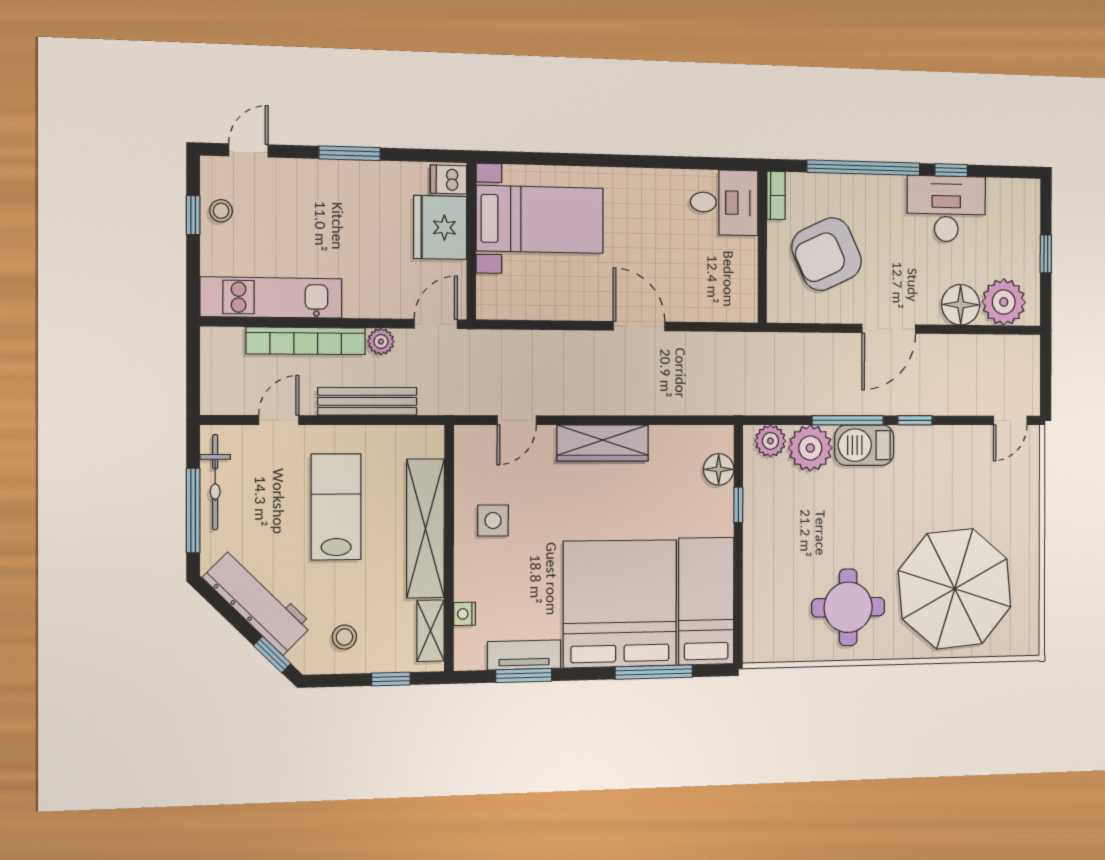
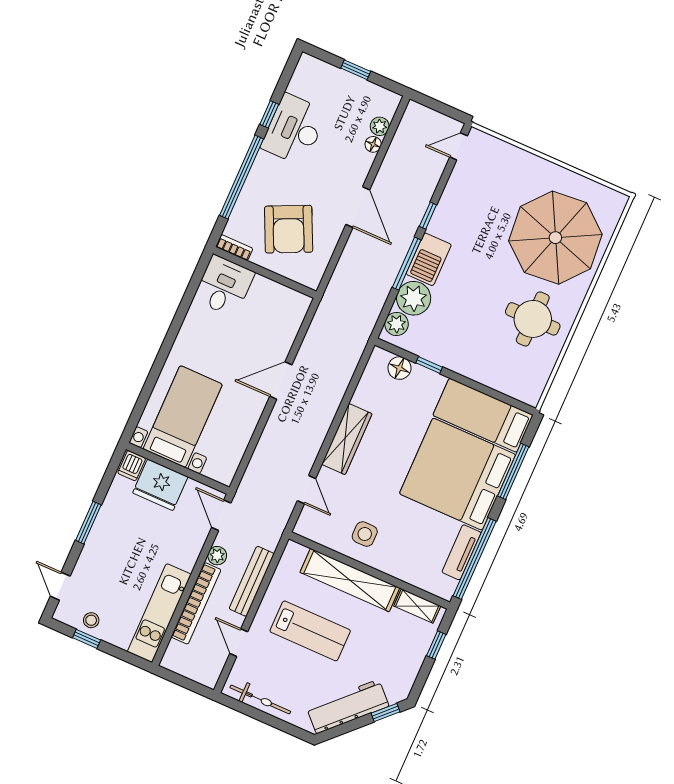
plant: (1004, 302) -> (380, 126), width x0.53, depth x0.53
floor lamp: (961, 305) -> (373, 144), width x0.53, depth x0.53
door: (1010, 420) -> (459, 146), swing flipped
lab bench: (336, 507) -> (310, 631), turned 180
window: (193, 510) -> (272, 721), removed
nightstand: (465, 614) -> (417, 579), removed
stool: (344, 637) -> (396, 662), removed
window: (524, 675) -> (475, 559), width x2.11

